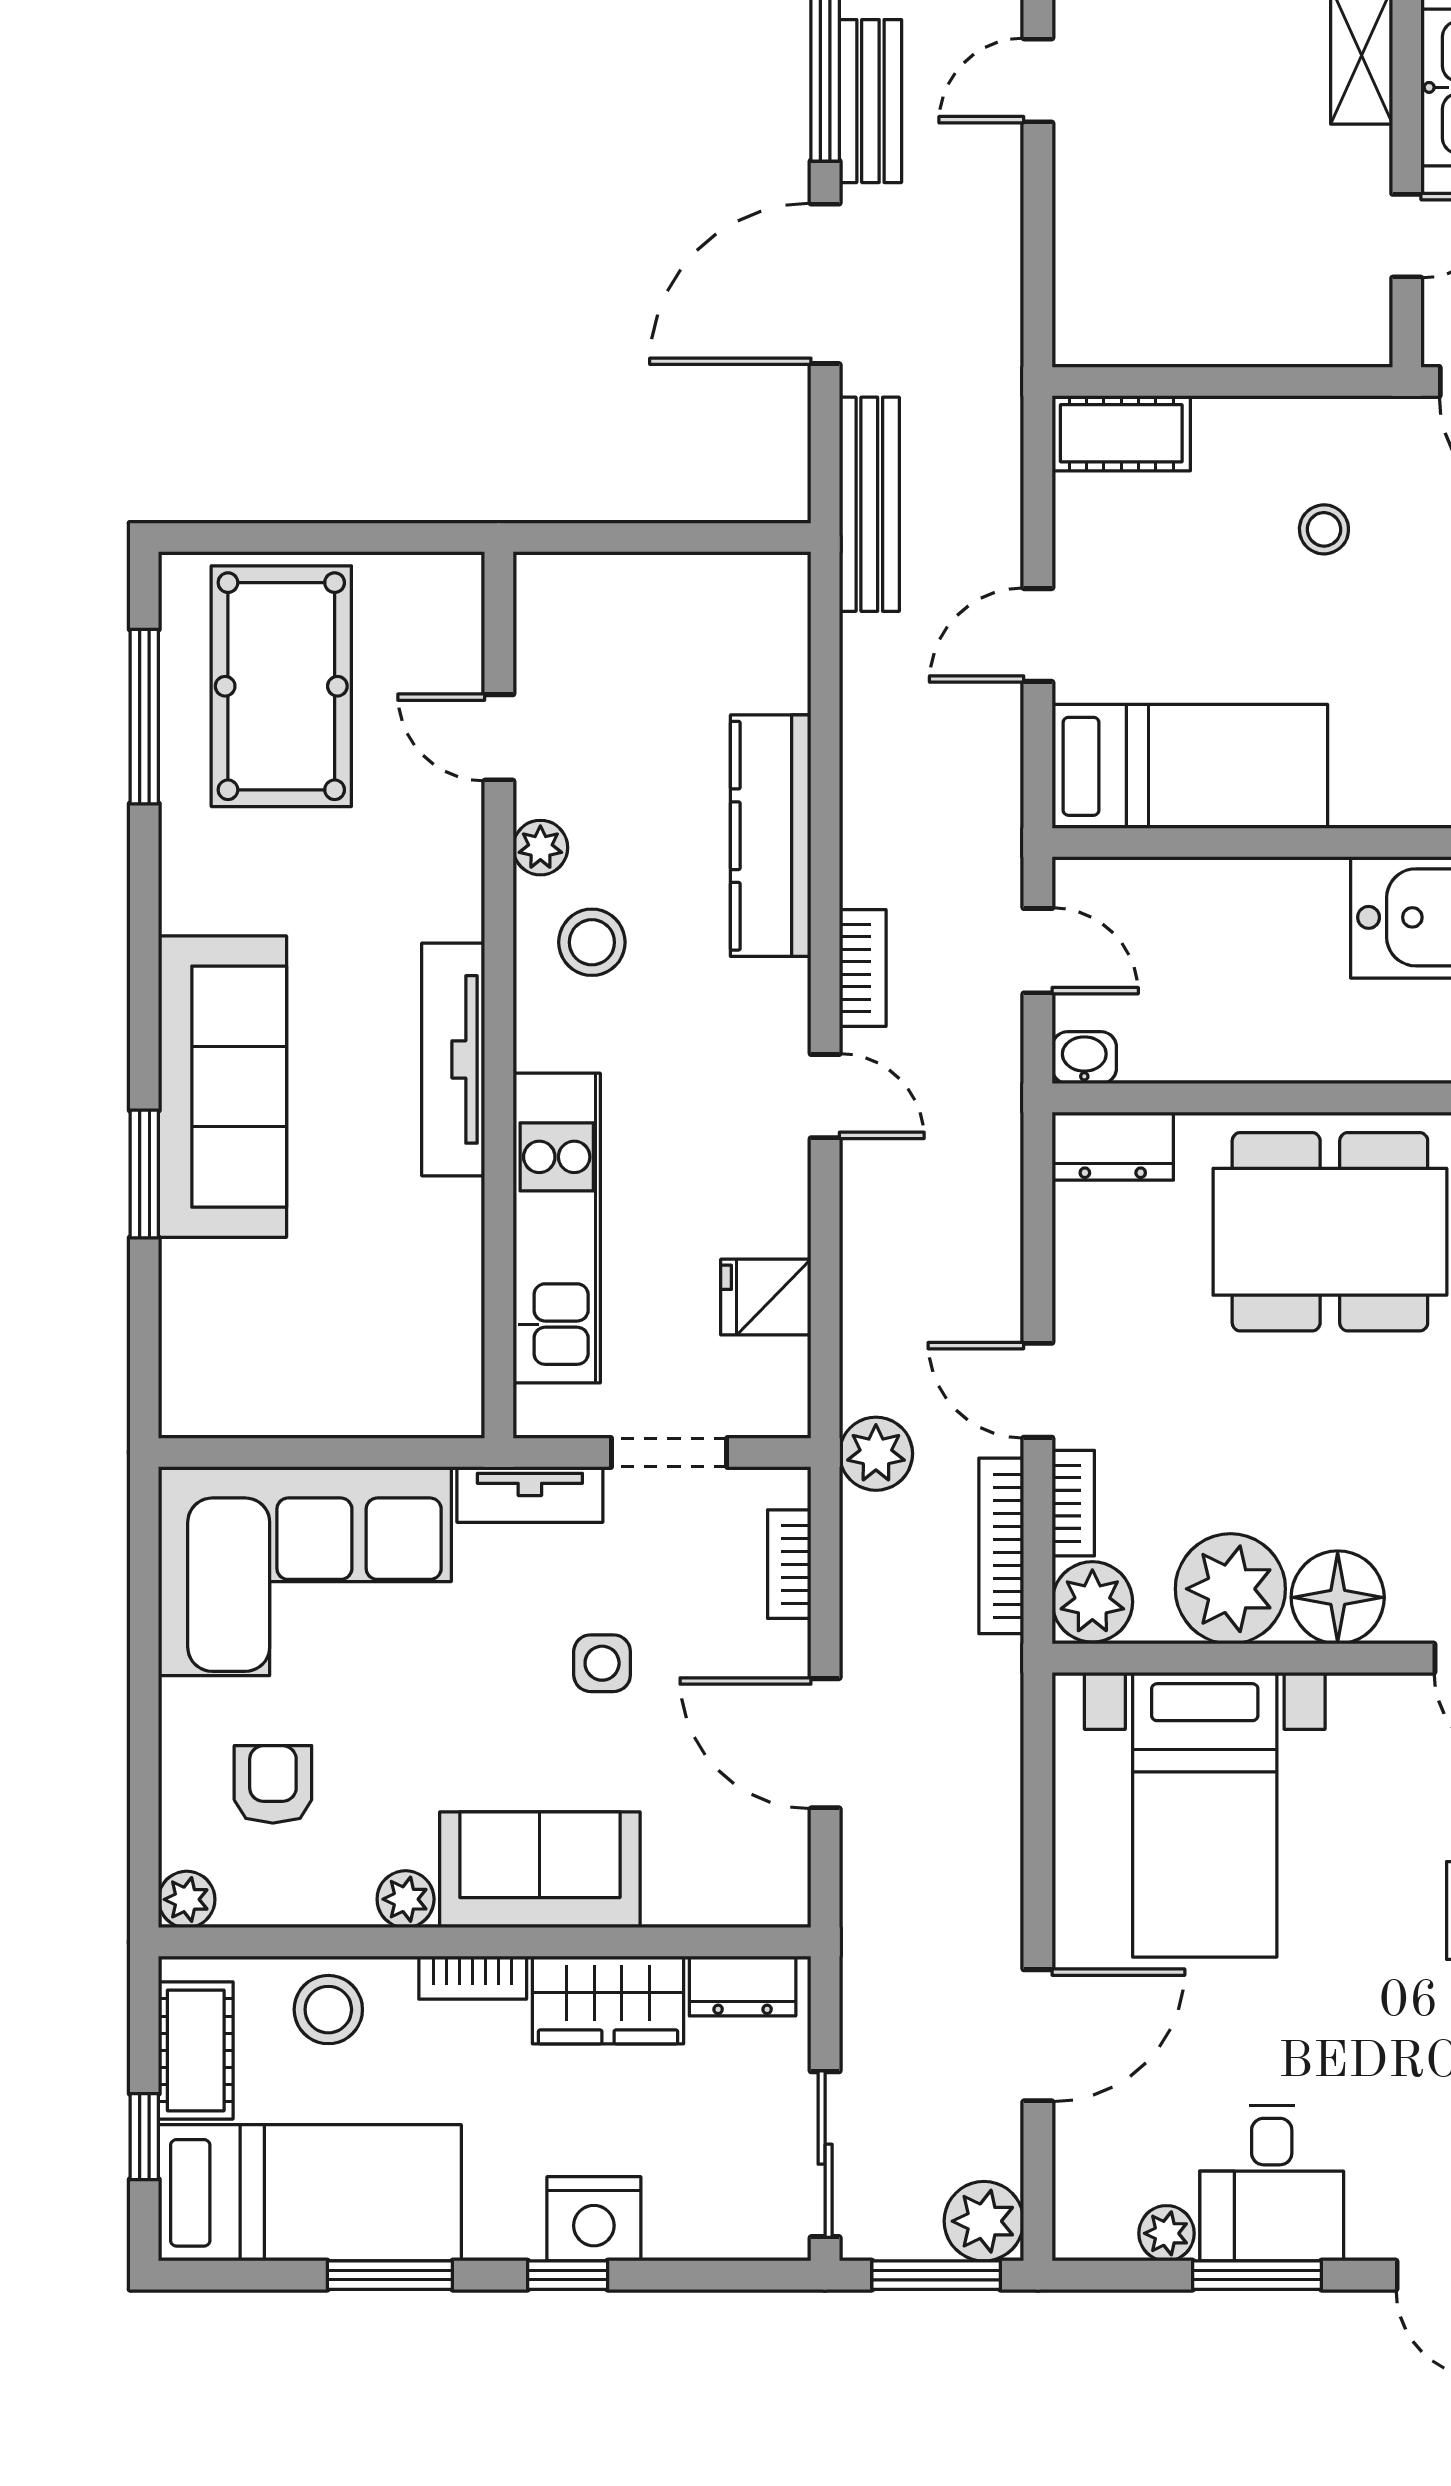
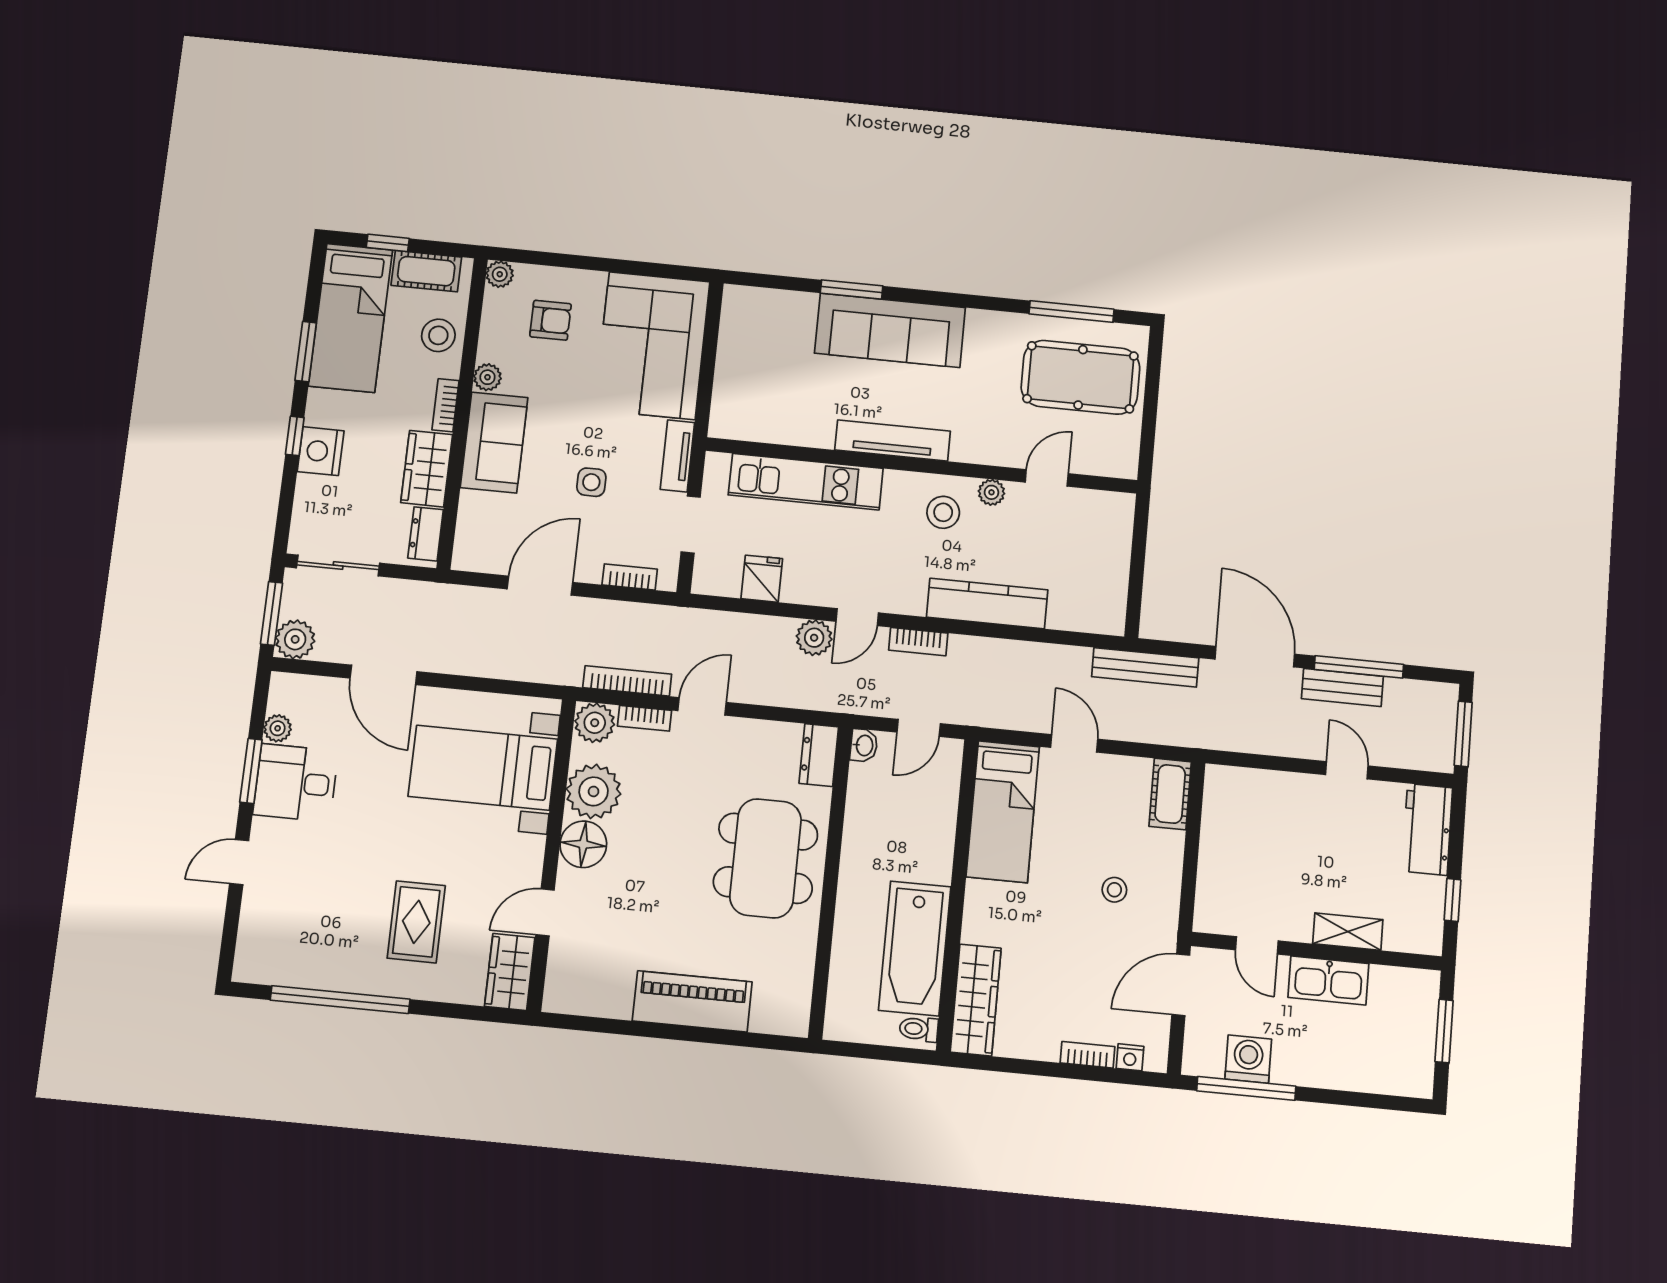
plant: (876, 1454) -> (814, 638), moved

